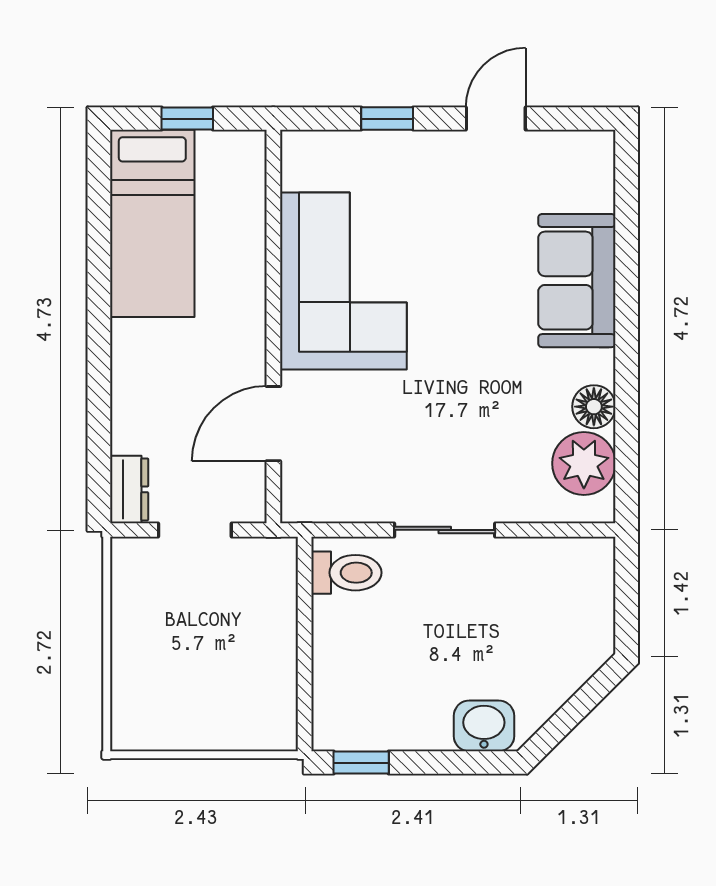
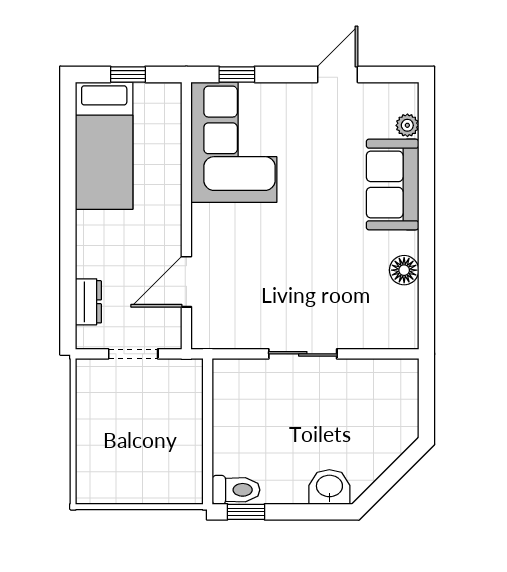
window: (387, 119) -> (237, 74), moved
corner sofa: (343, 281) -> (234, 142), moved
plant: (584, 463) -> (407, 125), moved, width x0.53, depth x0.53
dresser: (129, 489) -> (88, 302), moved
toilet: (346, 573) -> (236, 490), moved

